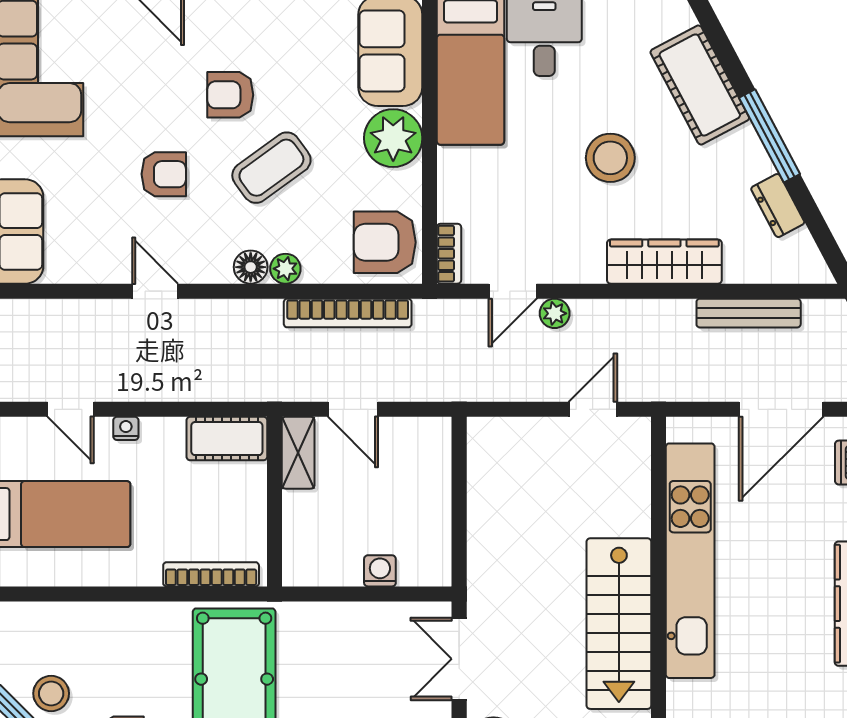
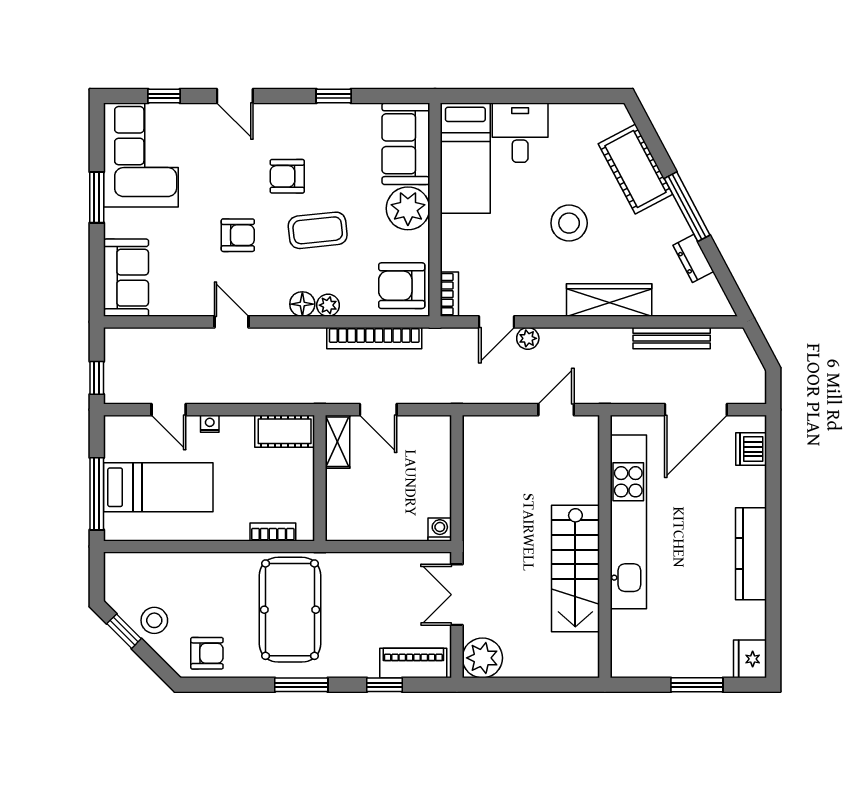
coffee table: (271, 168) -> (318, 230), turned 30
washing machine: (380, 571) -> (440, 529), moved
bookcase: (211, 574) -> (273, 532), width x0.64

